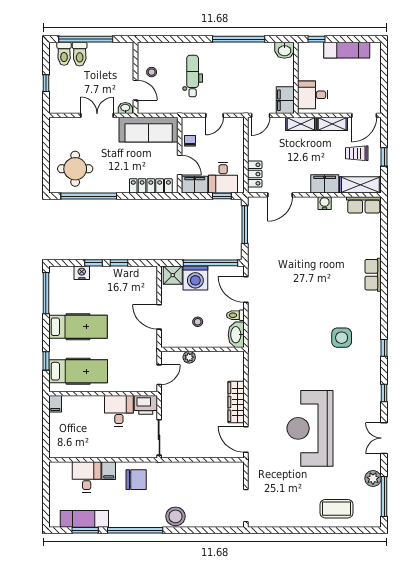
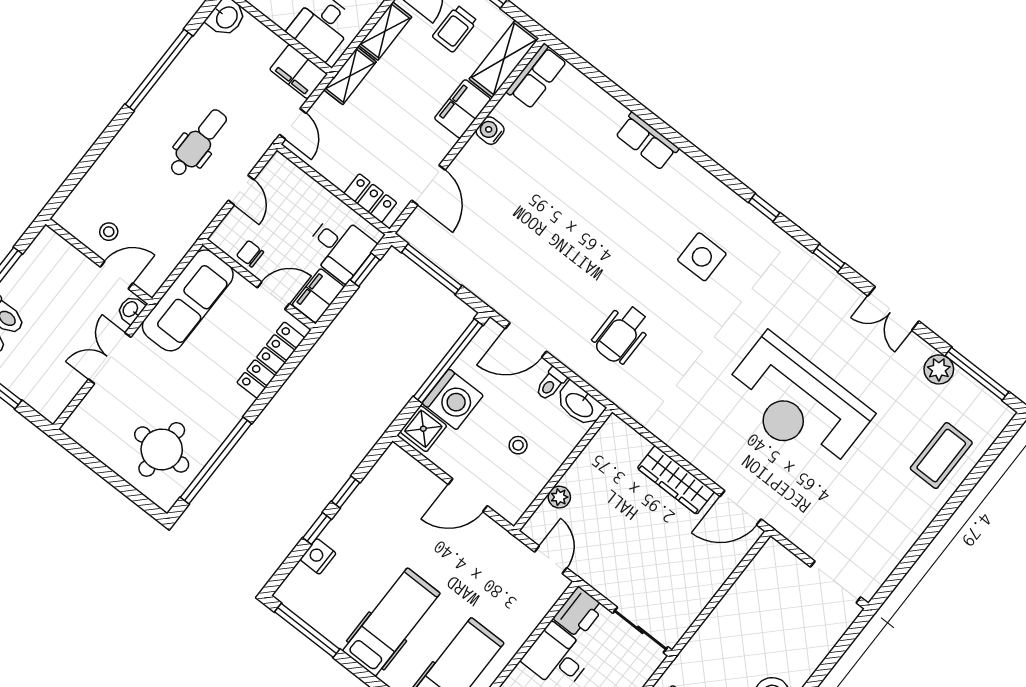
dental chair: (193, 76) -> (198, 143), moved, turned 90
wheelchair: (281, 329) -> (622, 334), added

